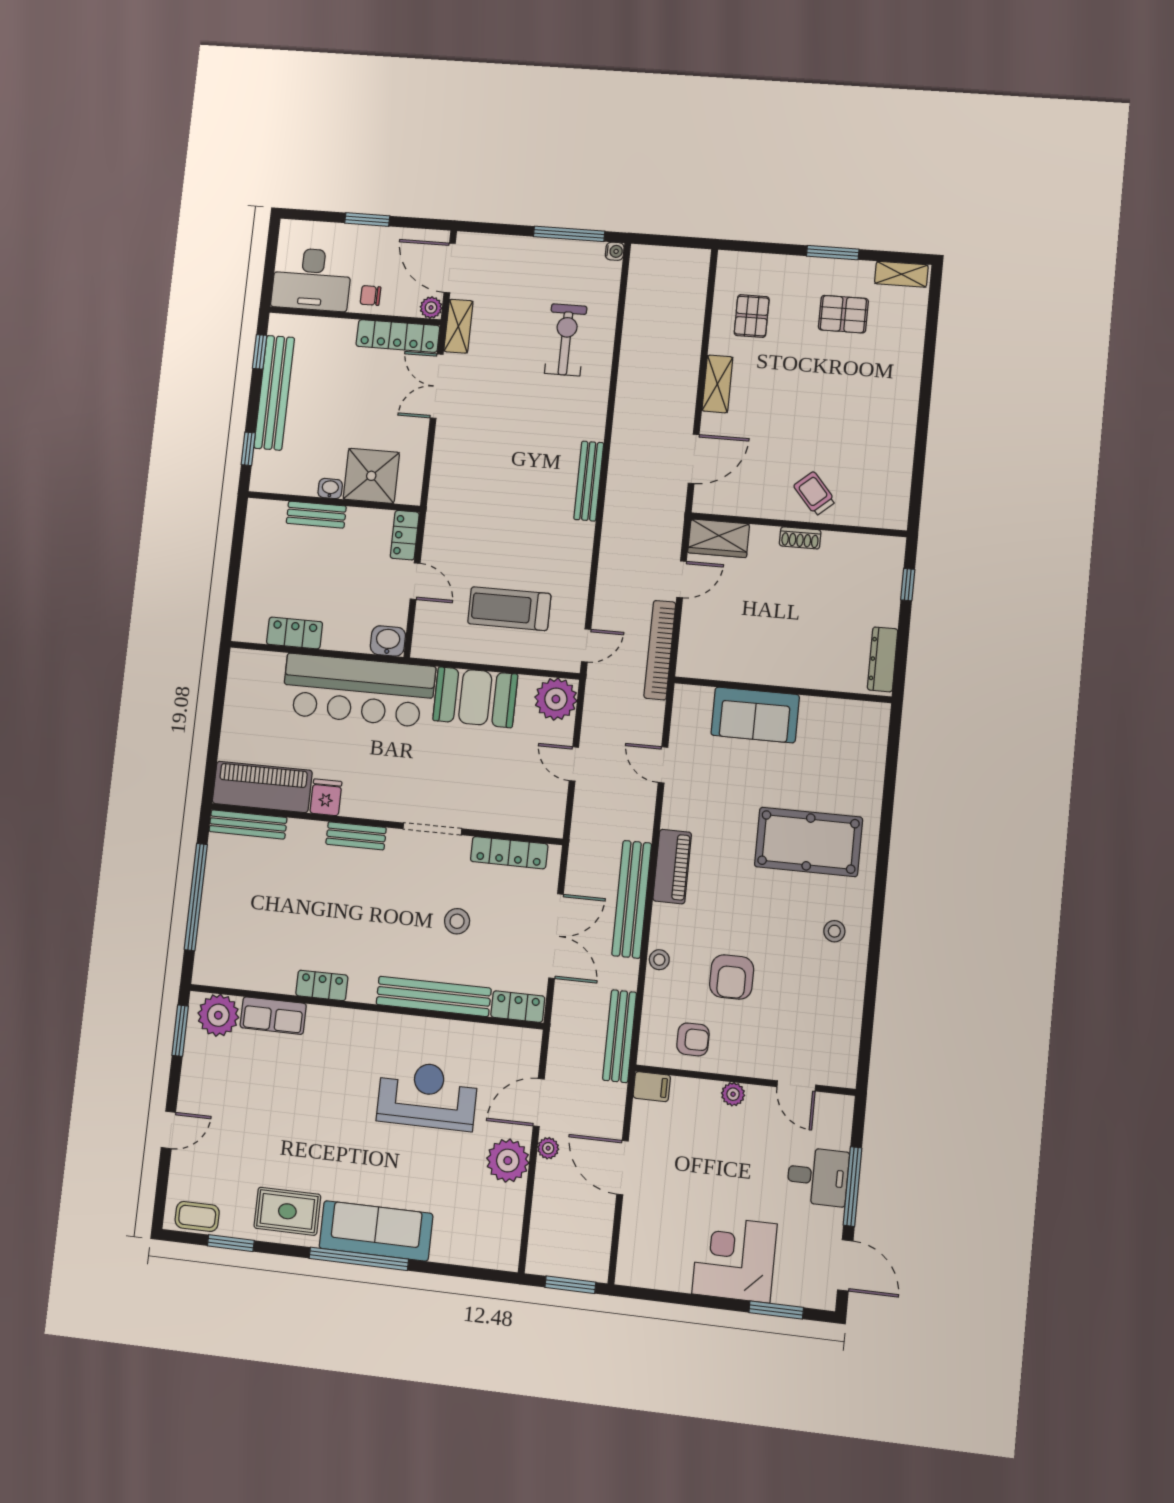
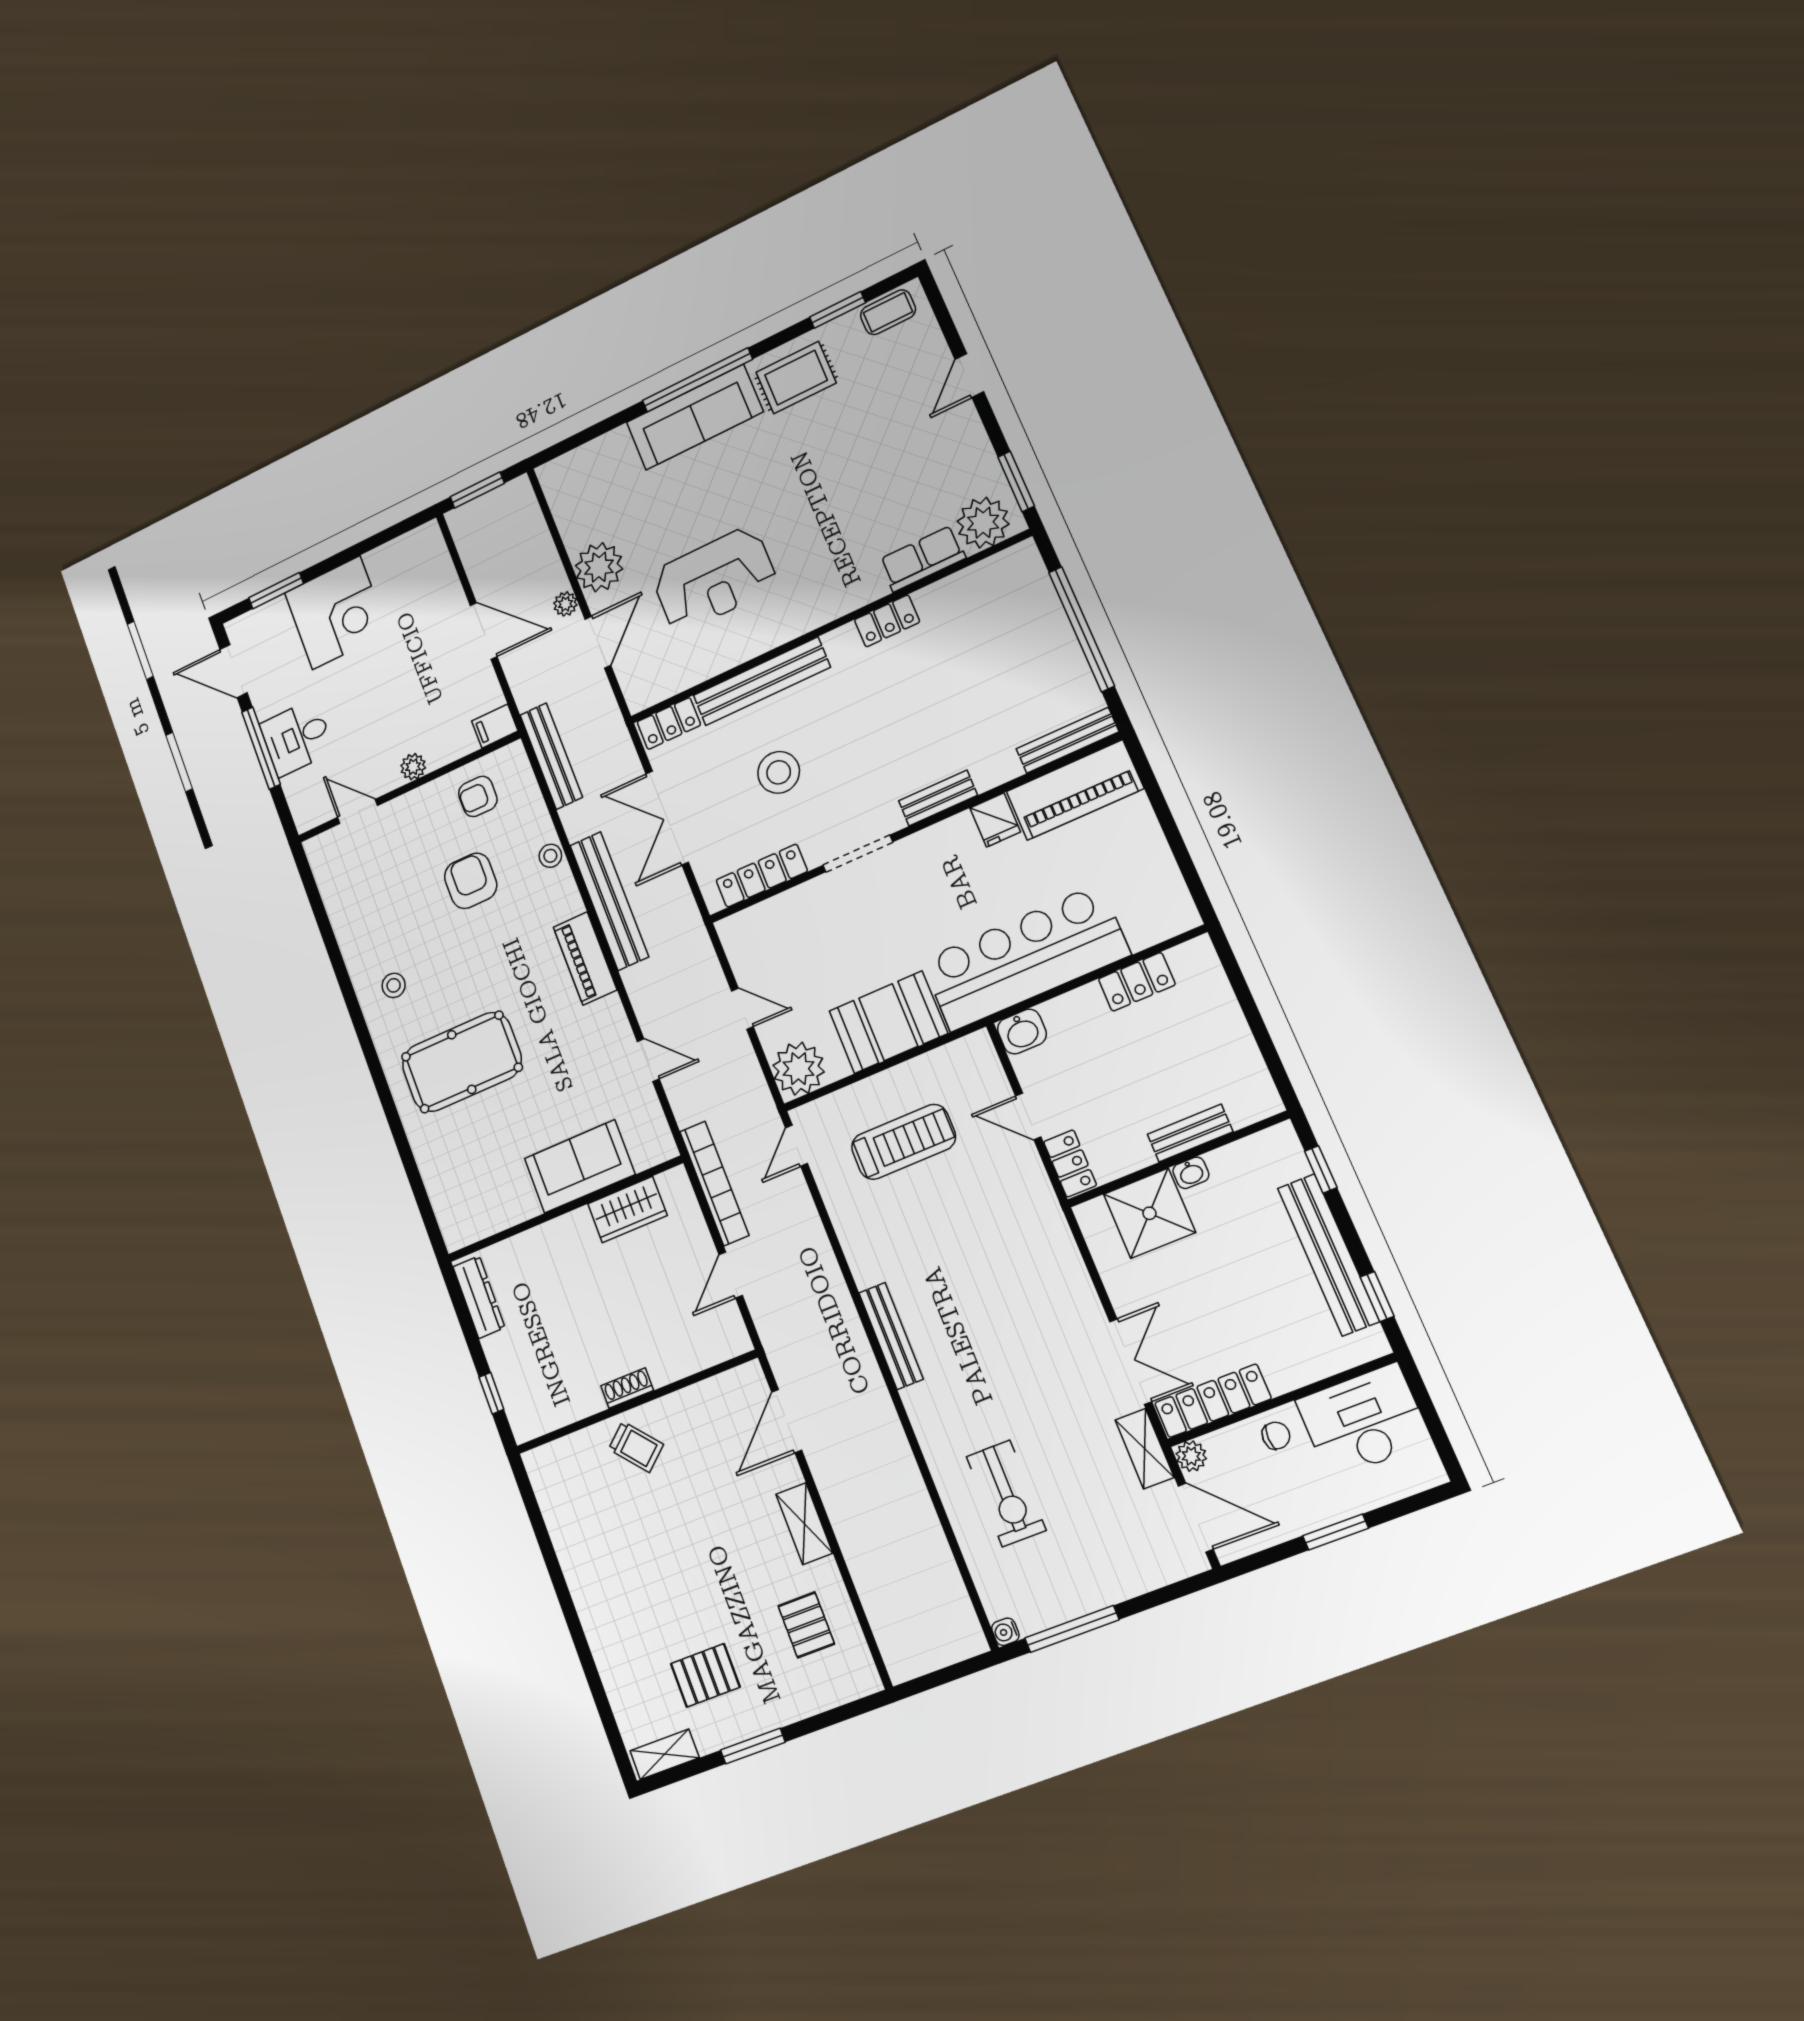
wardrobe: (719, 538) -> (627, 1210), moved, turned 180
stool: (457, 921) -> (779, 772), width x1.38, depth x1.38

